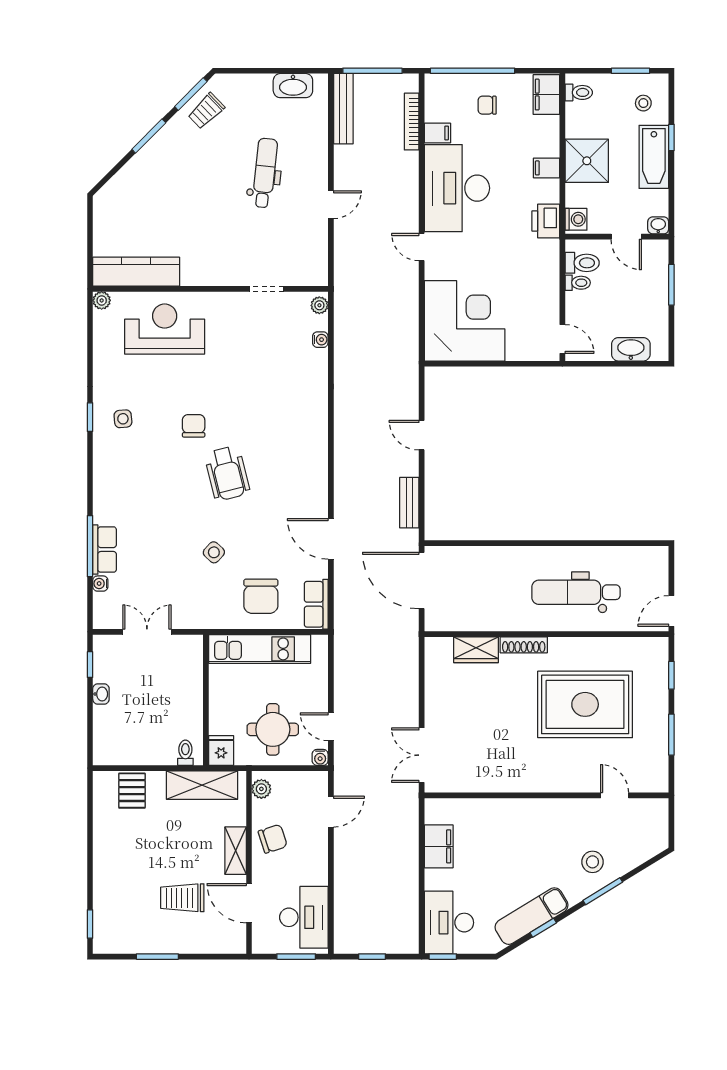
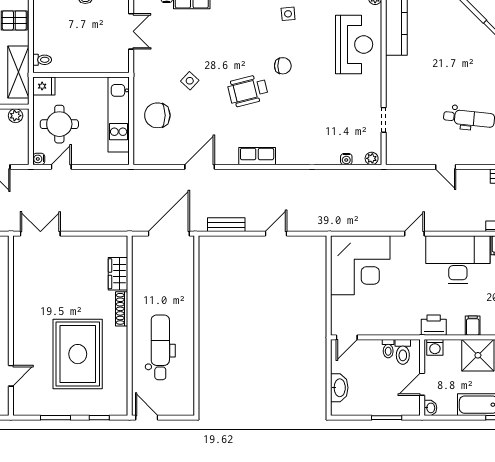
row of seats: (316, 604) -> (257, 156), moved

